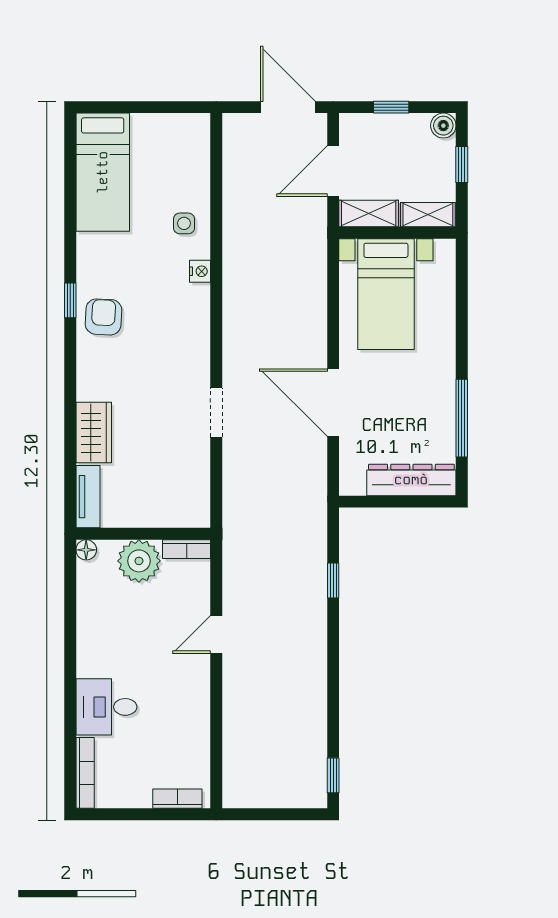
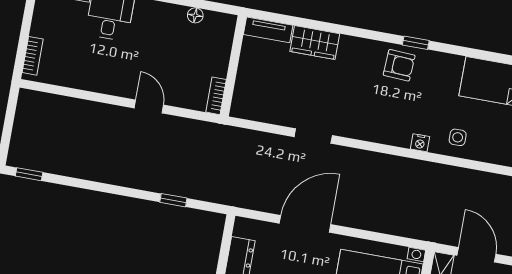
floor lamp: (86, 550) -> (195, 15), moved
plant: (139, 561) -> (214, 59), removed

